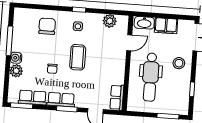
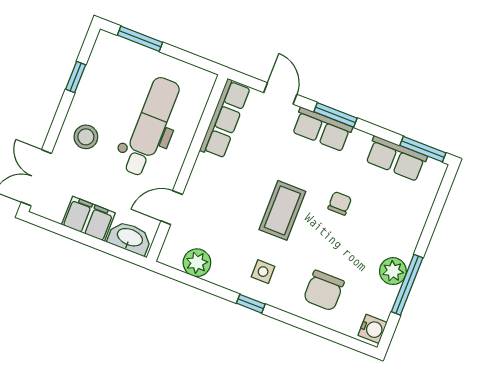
water cooler: (16, 58) -> (373, 329), moved
plant: (16, 71) -> (393, 271), moved
row of seats: (117, 97) -> (225, 119), width x1.48
row of seats: (61, 100) -> (322, 129), moved

